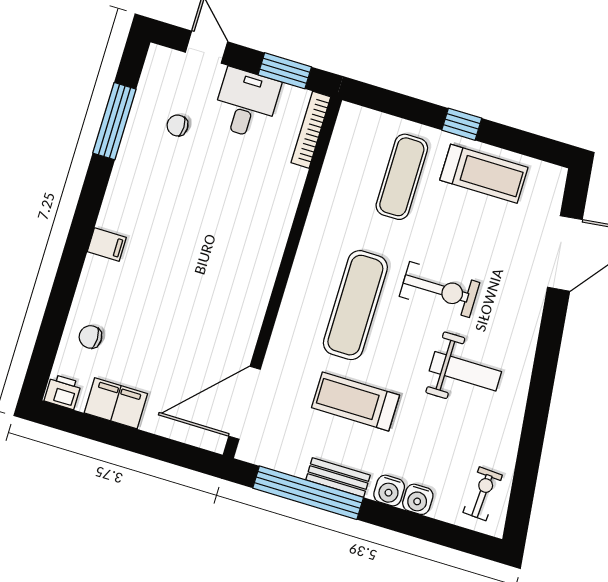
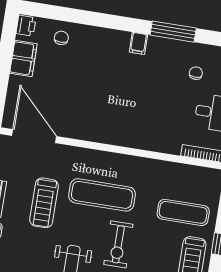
window: (114, 121) -> (173, 32), moved
filing cabinet: (107, 245) -> (138, 43), moved
treadmill: (355, 401) -> (44, 203), turned 180

